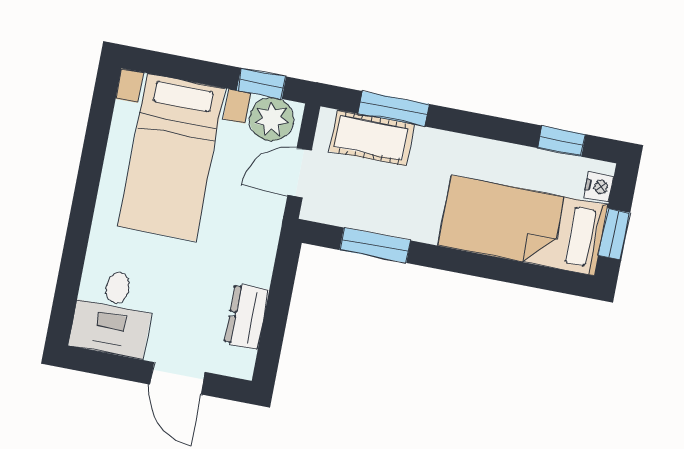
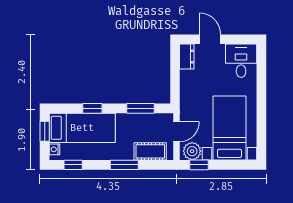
window: (394, 109) -> (124, 165), moved
window: (490, 267) -> (92, 108), added
dresser: (247, 317) -> (187, 57), moved

